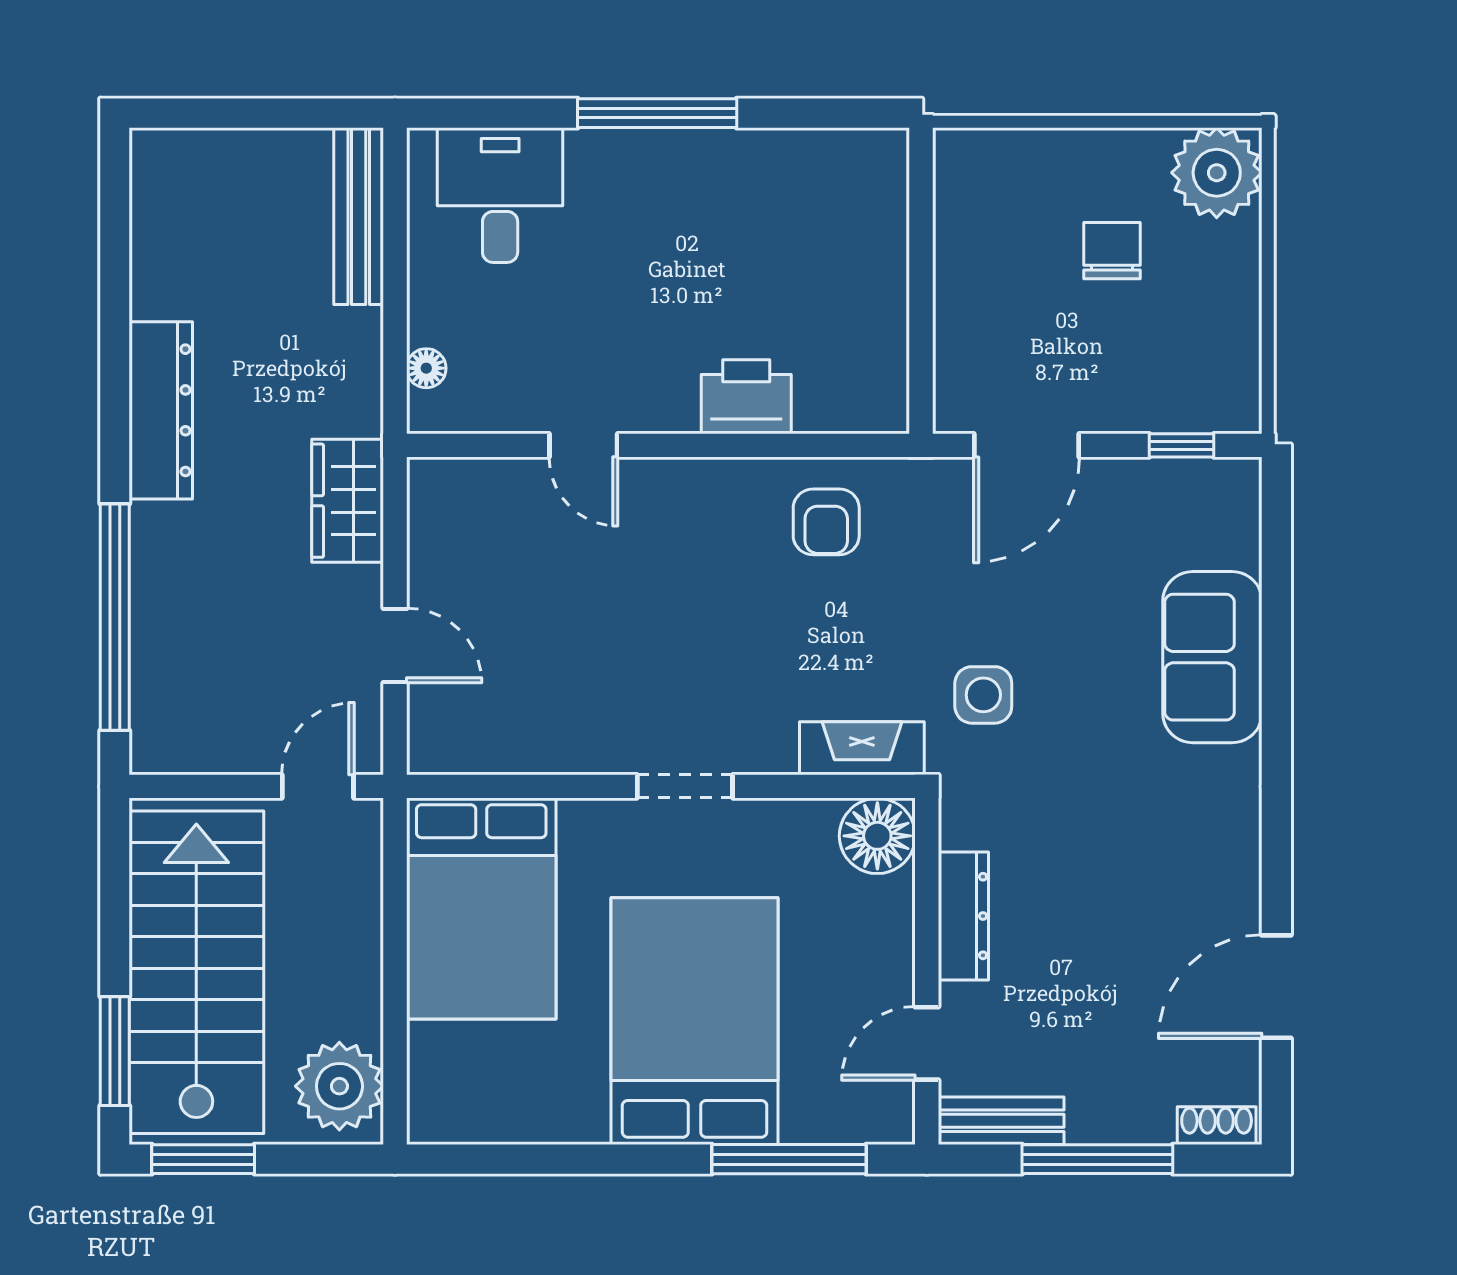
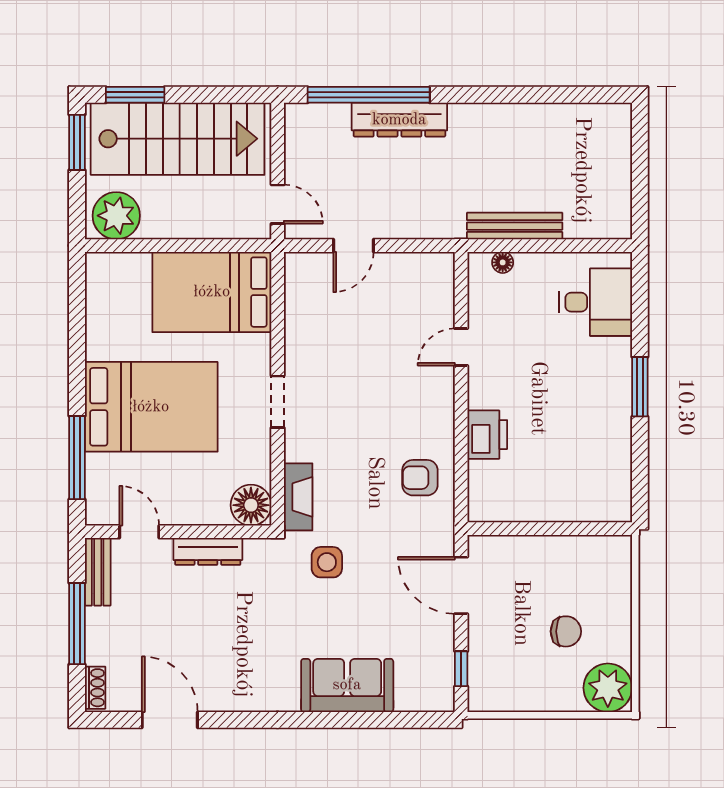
window: (657, 113) -> (640, 387), width x0.69
bench: (359, 216) -> (515, 226), moved
dresser: (161, 410) -> (399, 120), moved
wardrobe: (348, 501) -> (431, 220), removed

